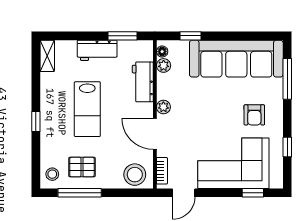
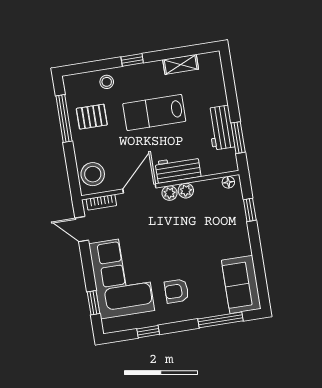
workbench: (97, 50) -> (221, 128), moved
shelving: (47, 56) -> (181, 64), moved
sofa: (236, 59) -> (241, 285), width x0.54, depth x0.79
plant: (164, 65) -> (186, 191), moved
workbench: (143, 82) -> (178, 169), moved
pallet: (82, 167) -> (92, 117), turned 90
stool: (52, 174) -> (107, 82), moved

